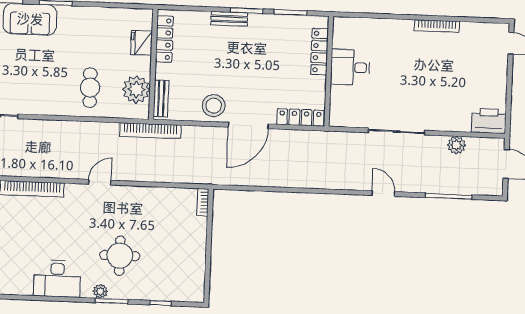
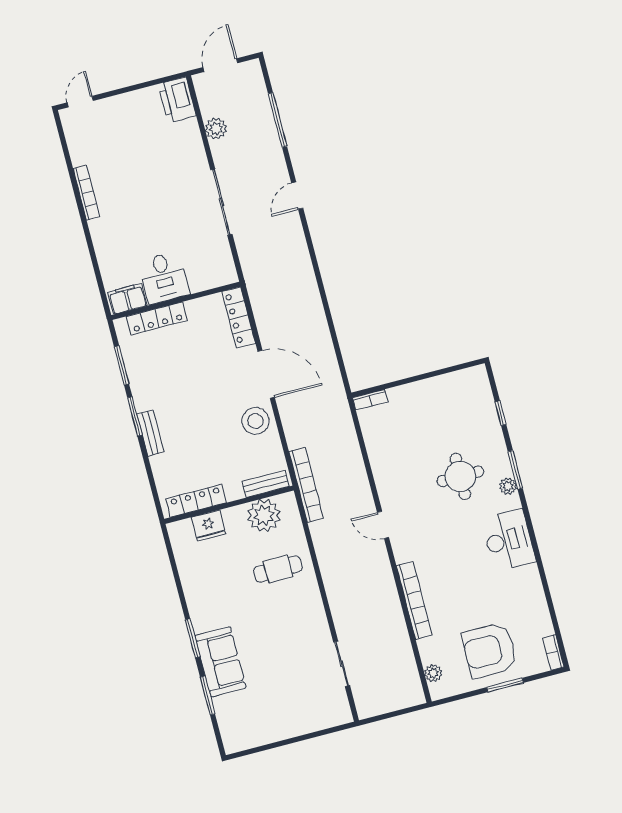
filing cabinet: (342, 33) -> (128, 299), added

